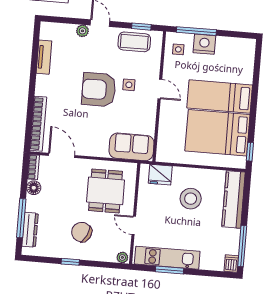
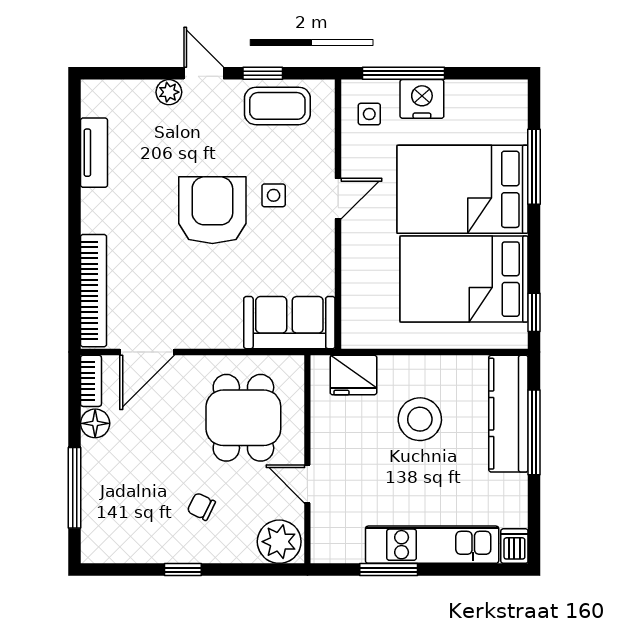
window: (141, 27) -> (263, 73), moved
window: (256, 81) -> (534, 167), added
door: (160, 89) -> (338, 199), hinge flipped
armchair: (99, 90) -> (212, 210), turned 90
bed: (220, 96) -> (462, 189), width x1.50
door: (62, 155) -> (147, 352), swing flipped
dresser: (30, 230) -> (95, 510), removed
chair: (82, 232) -> (201, 507), width x0.54, depth x0.54
window: (242, 246) -> (534, 432), moved
plant: (122, 257) -> (279, 542), width x1.88, depth x1.88
kitchen unit: (167, 258) -> (432, 545), moved

